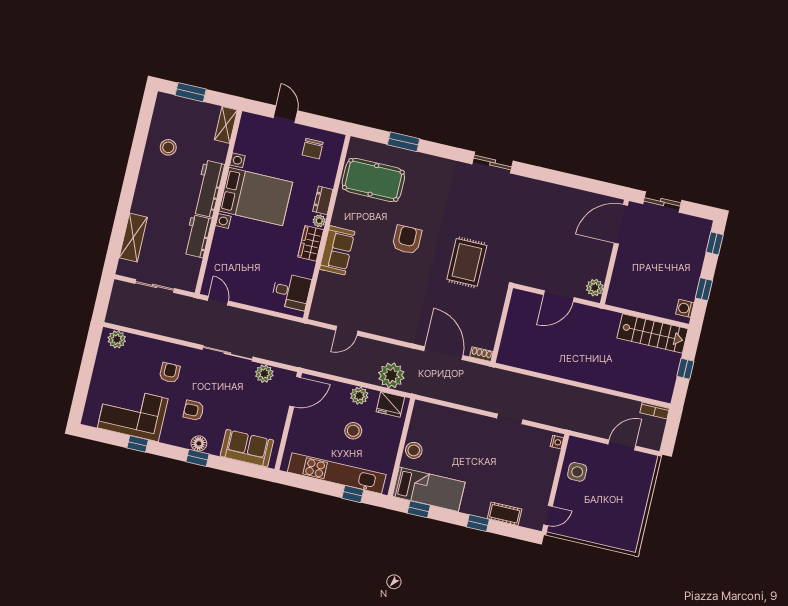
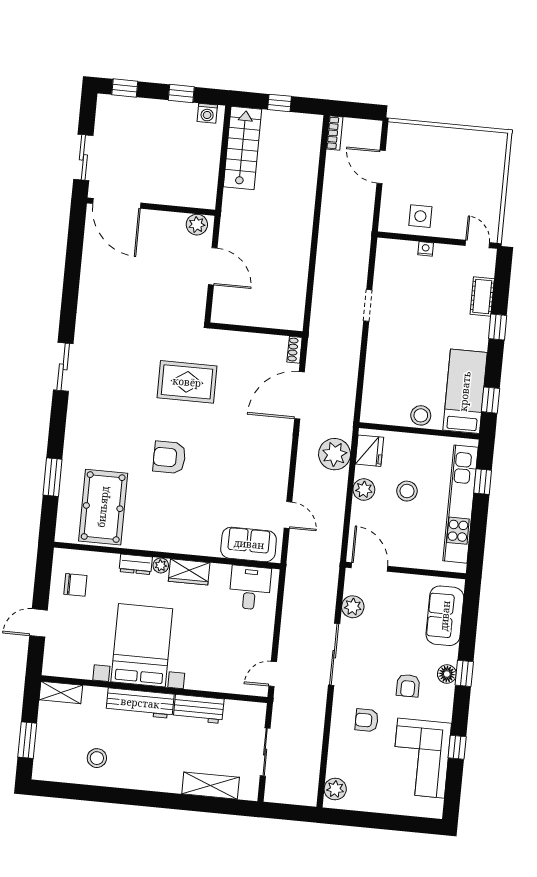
sofa: (337, 250) -> (249, 544), moved
nightstand: (557, 442) -> (426, 249), moved

